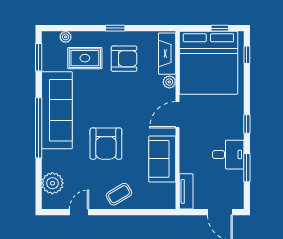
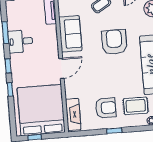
window: (247, 55) -> (10, 89), moved
armchair: (124, 59) -> (106, 108), turned 180
plant: (169, 82) -> (70, 93), removed

